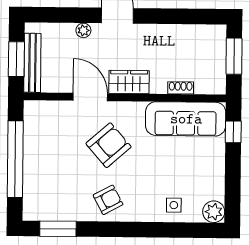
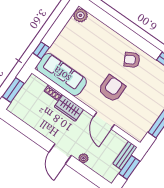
bench: (32, 63) -> (125, 156), width x0.73
wardrobe: (129, 82) -> (69, 108), moved
armchair: (108, 145) -> (112, 89), turned 131
side table: (174, 205) -> (99, 33), removed

